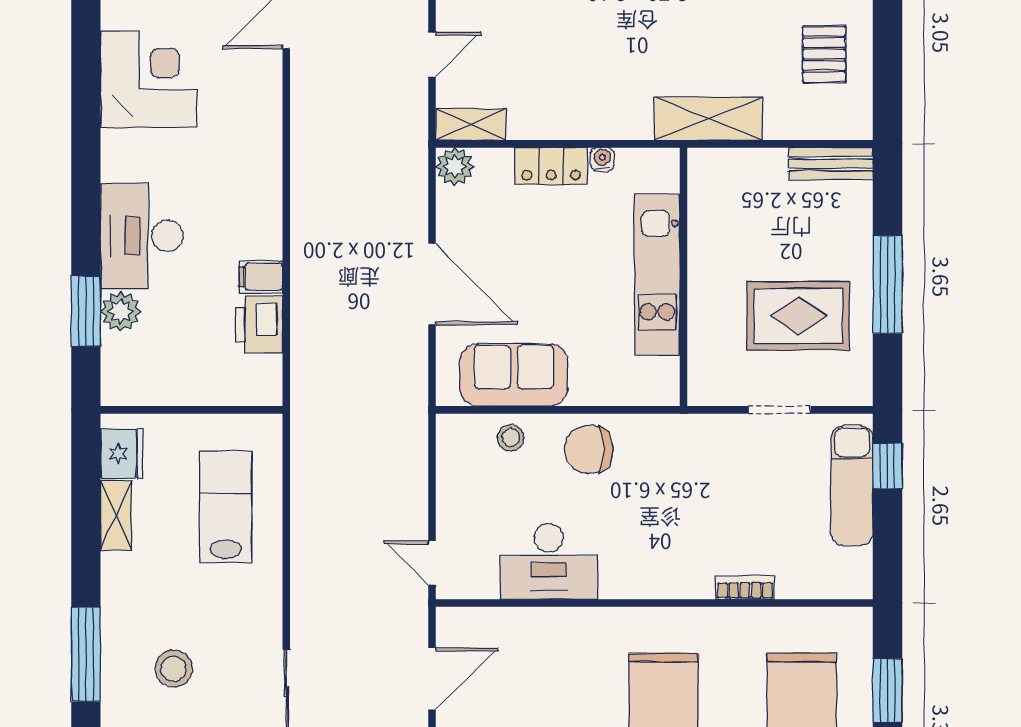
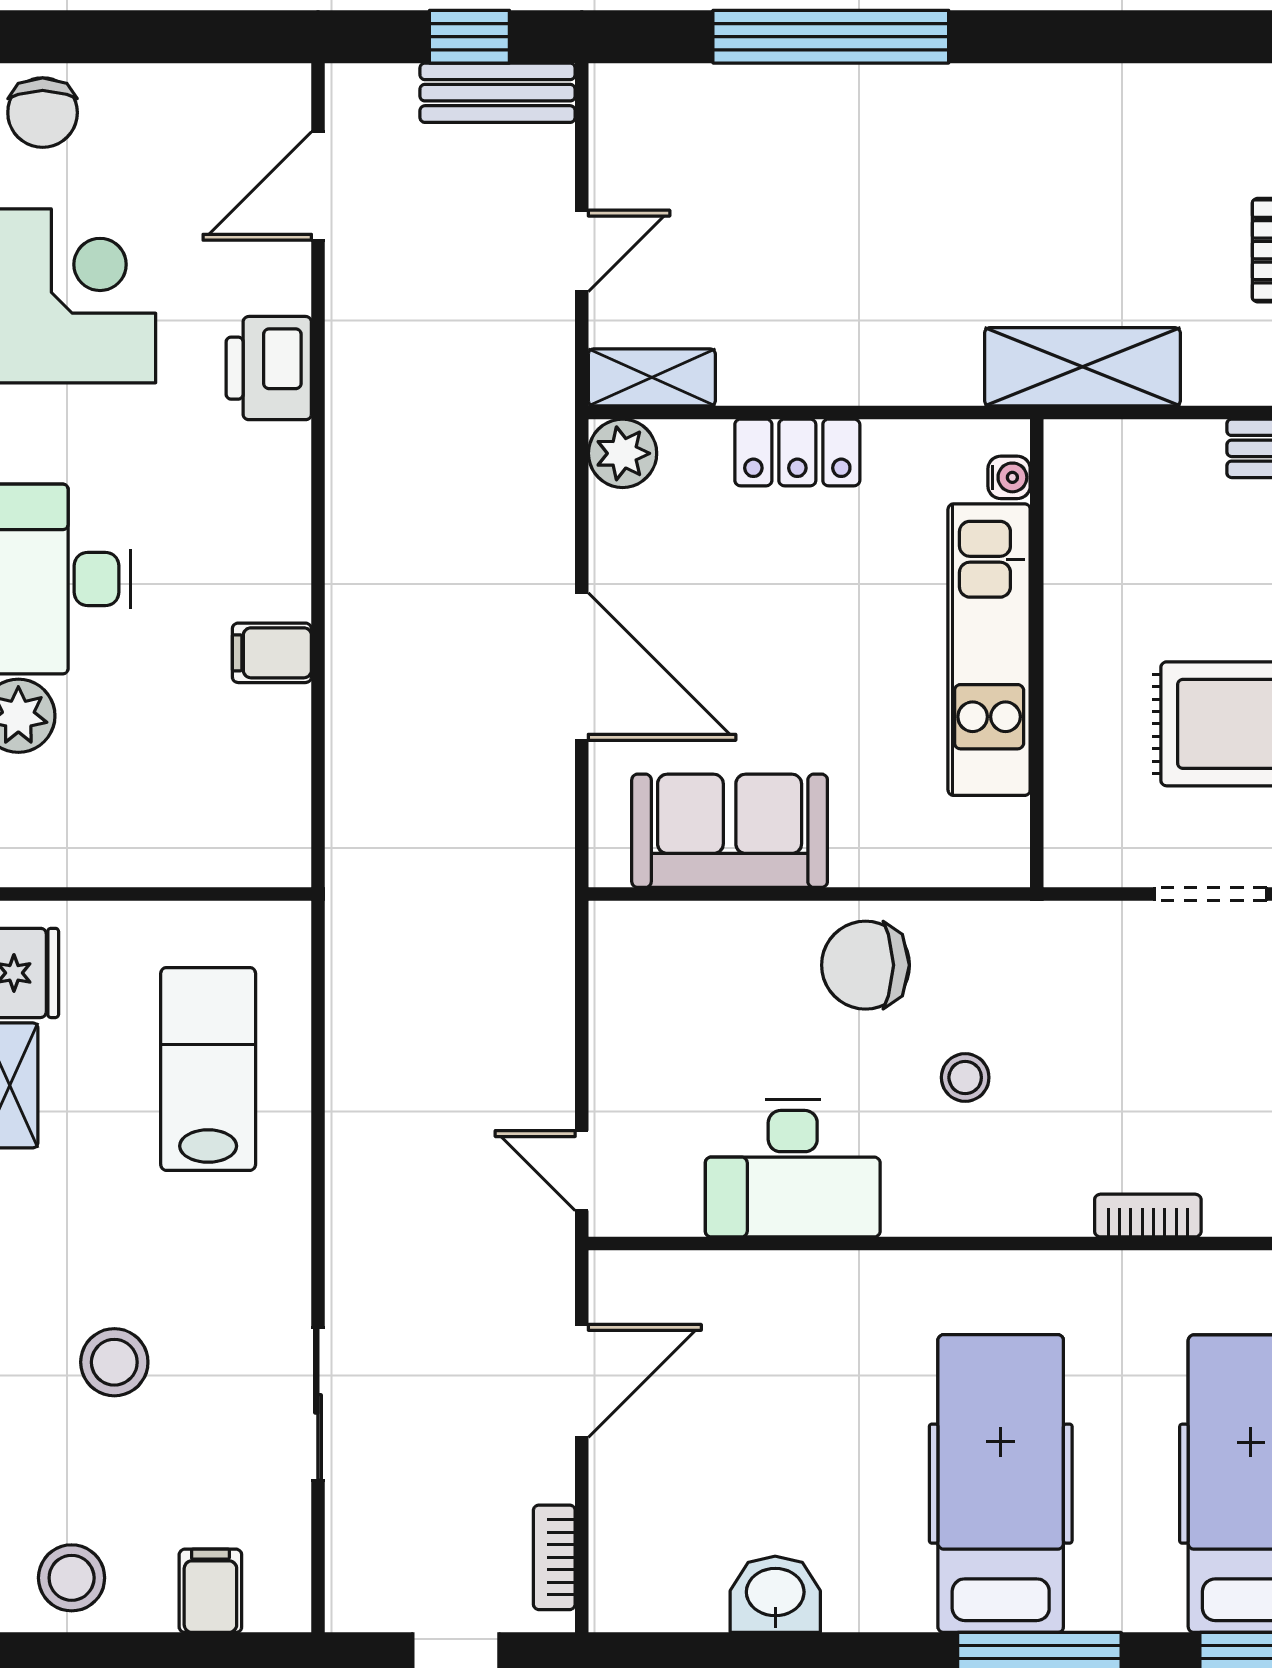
water cooler: (602, 159) -> (1009, 477), moved, turned 90
printer: (259, 324) -> (269, 368), moved
stool: (511, 438) -> (965, 1077), moved

